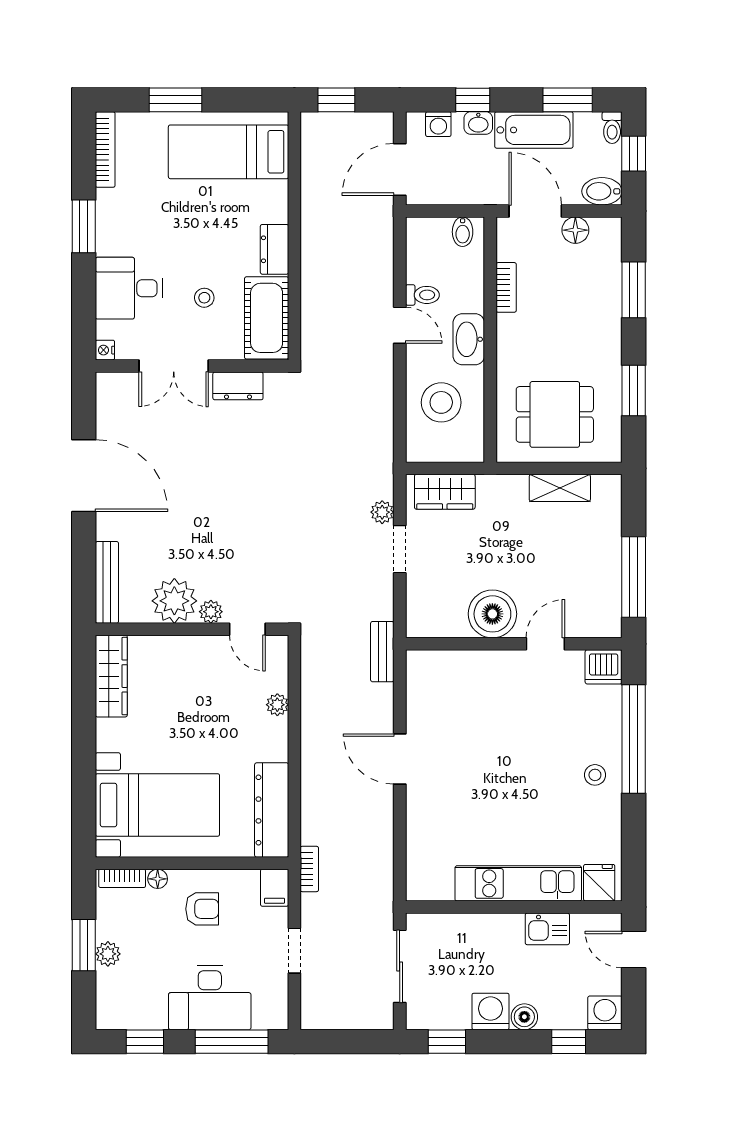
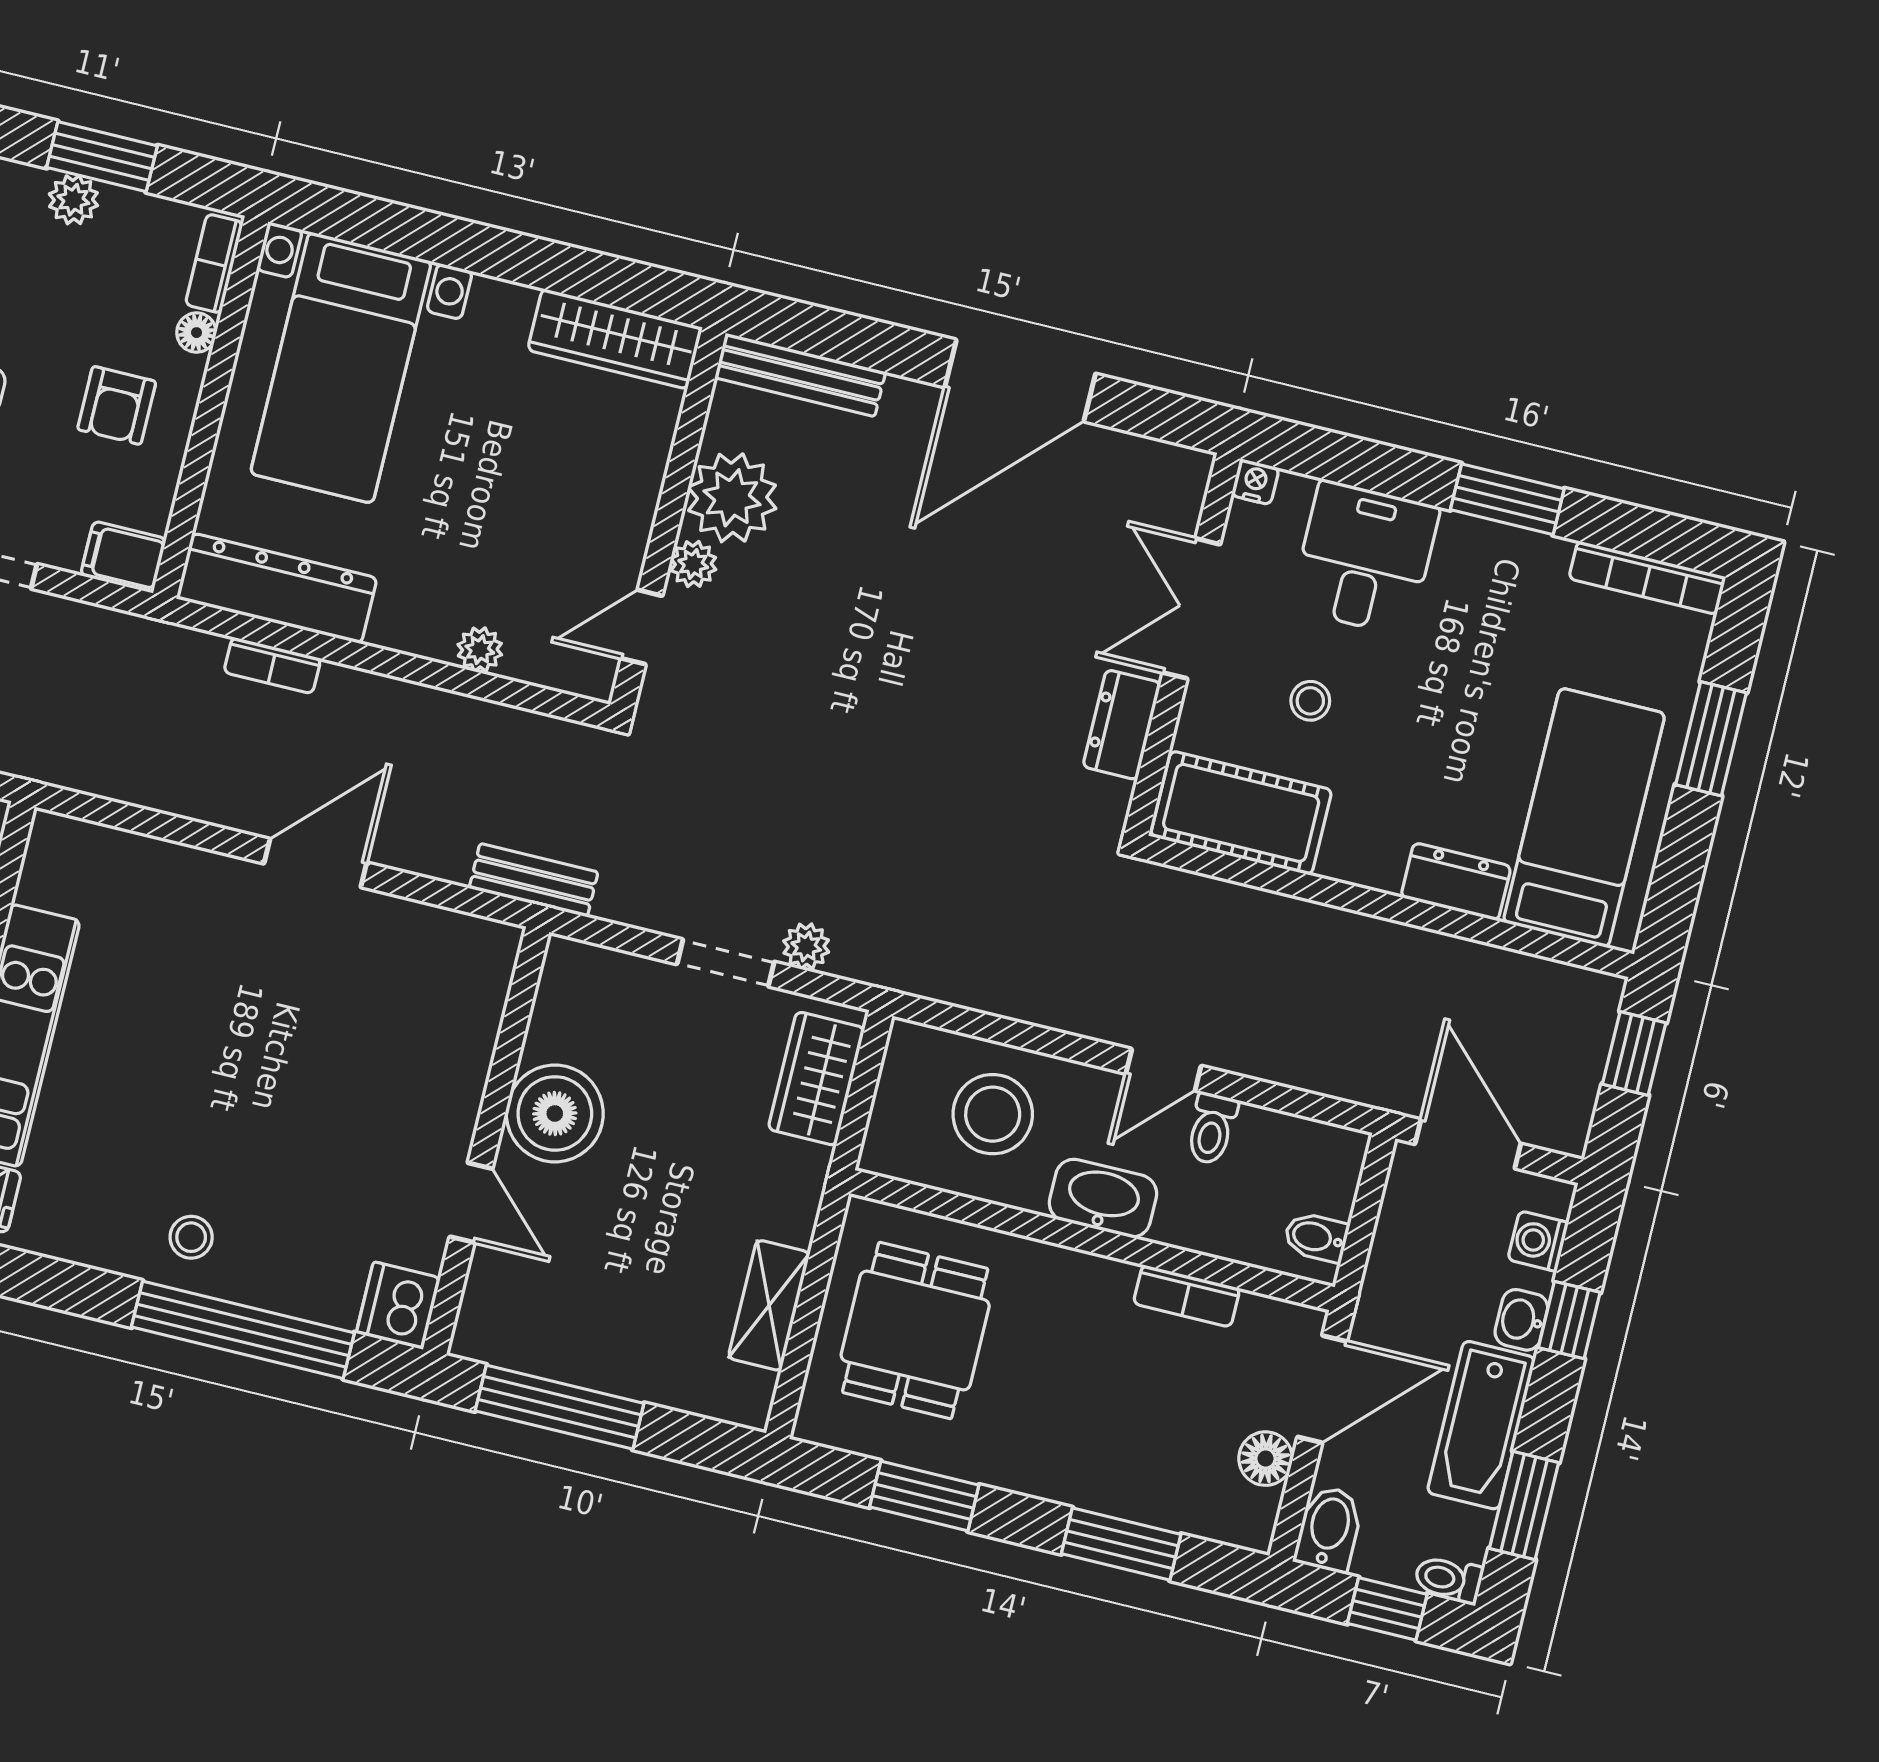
dresser: (274, 249) -> (1456, 882), moved
bookcase: (309, 869) -> (272, 665), moved

